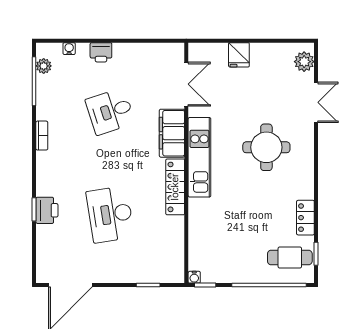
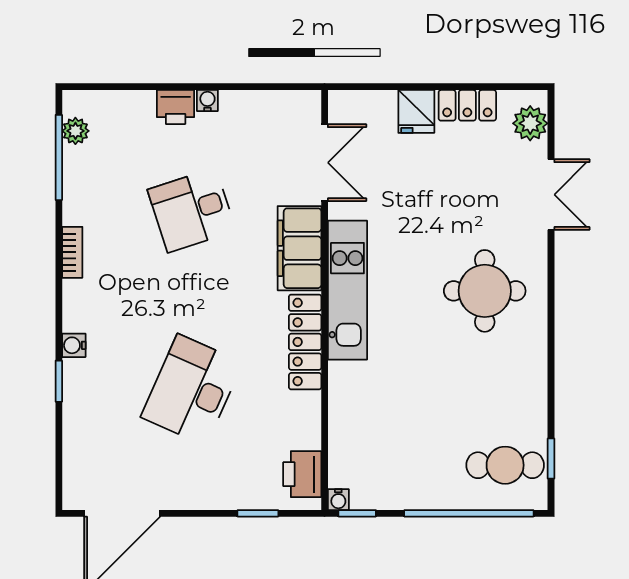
water cooler: (69, 49) -> (207, 101), moved
round table: (266, 147) -> (485, 291), moved
water cooler: (43, 189) -> (74, 345), added
printer: (47, 210) -> (302, 474), moved, turned 180
desk: (110, 214) -> (192, 390), turned 33
locker: (305, 218) -> (467, 105), moved, turned -90

